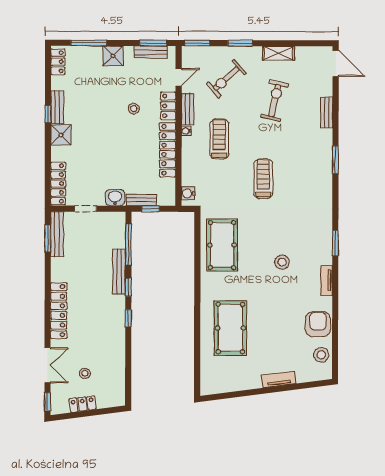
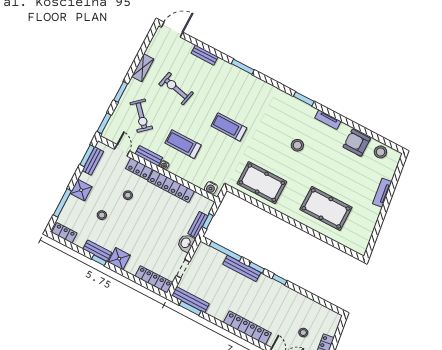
stool: (98, 92) -> (102, 215), added

